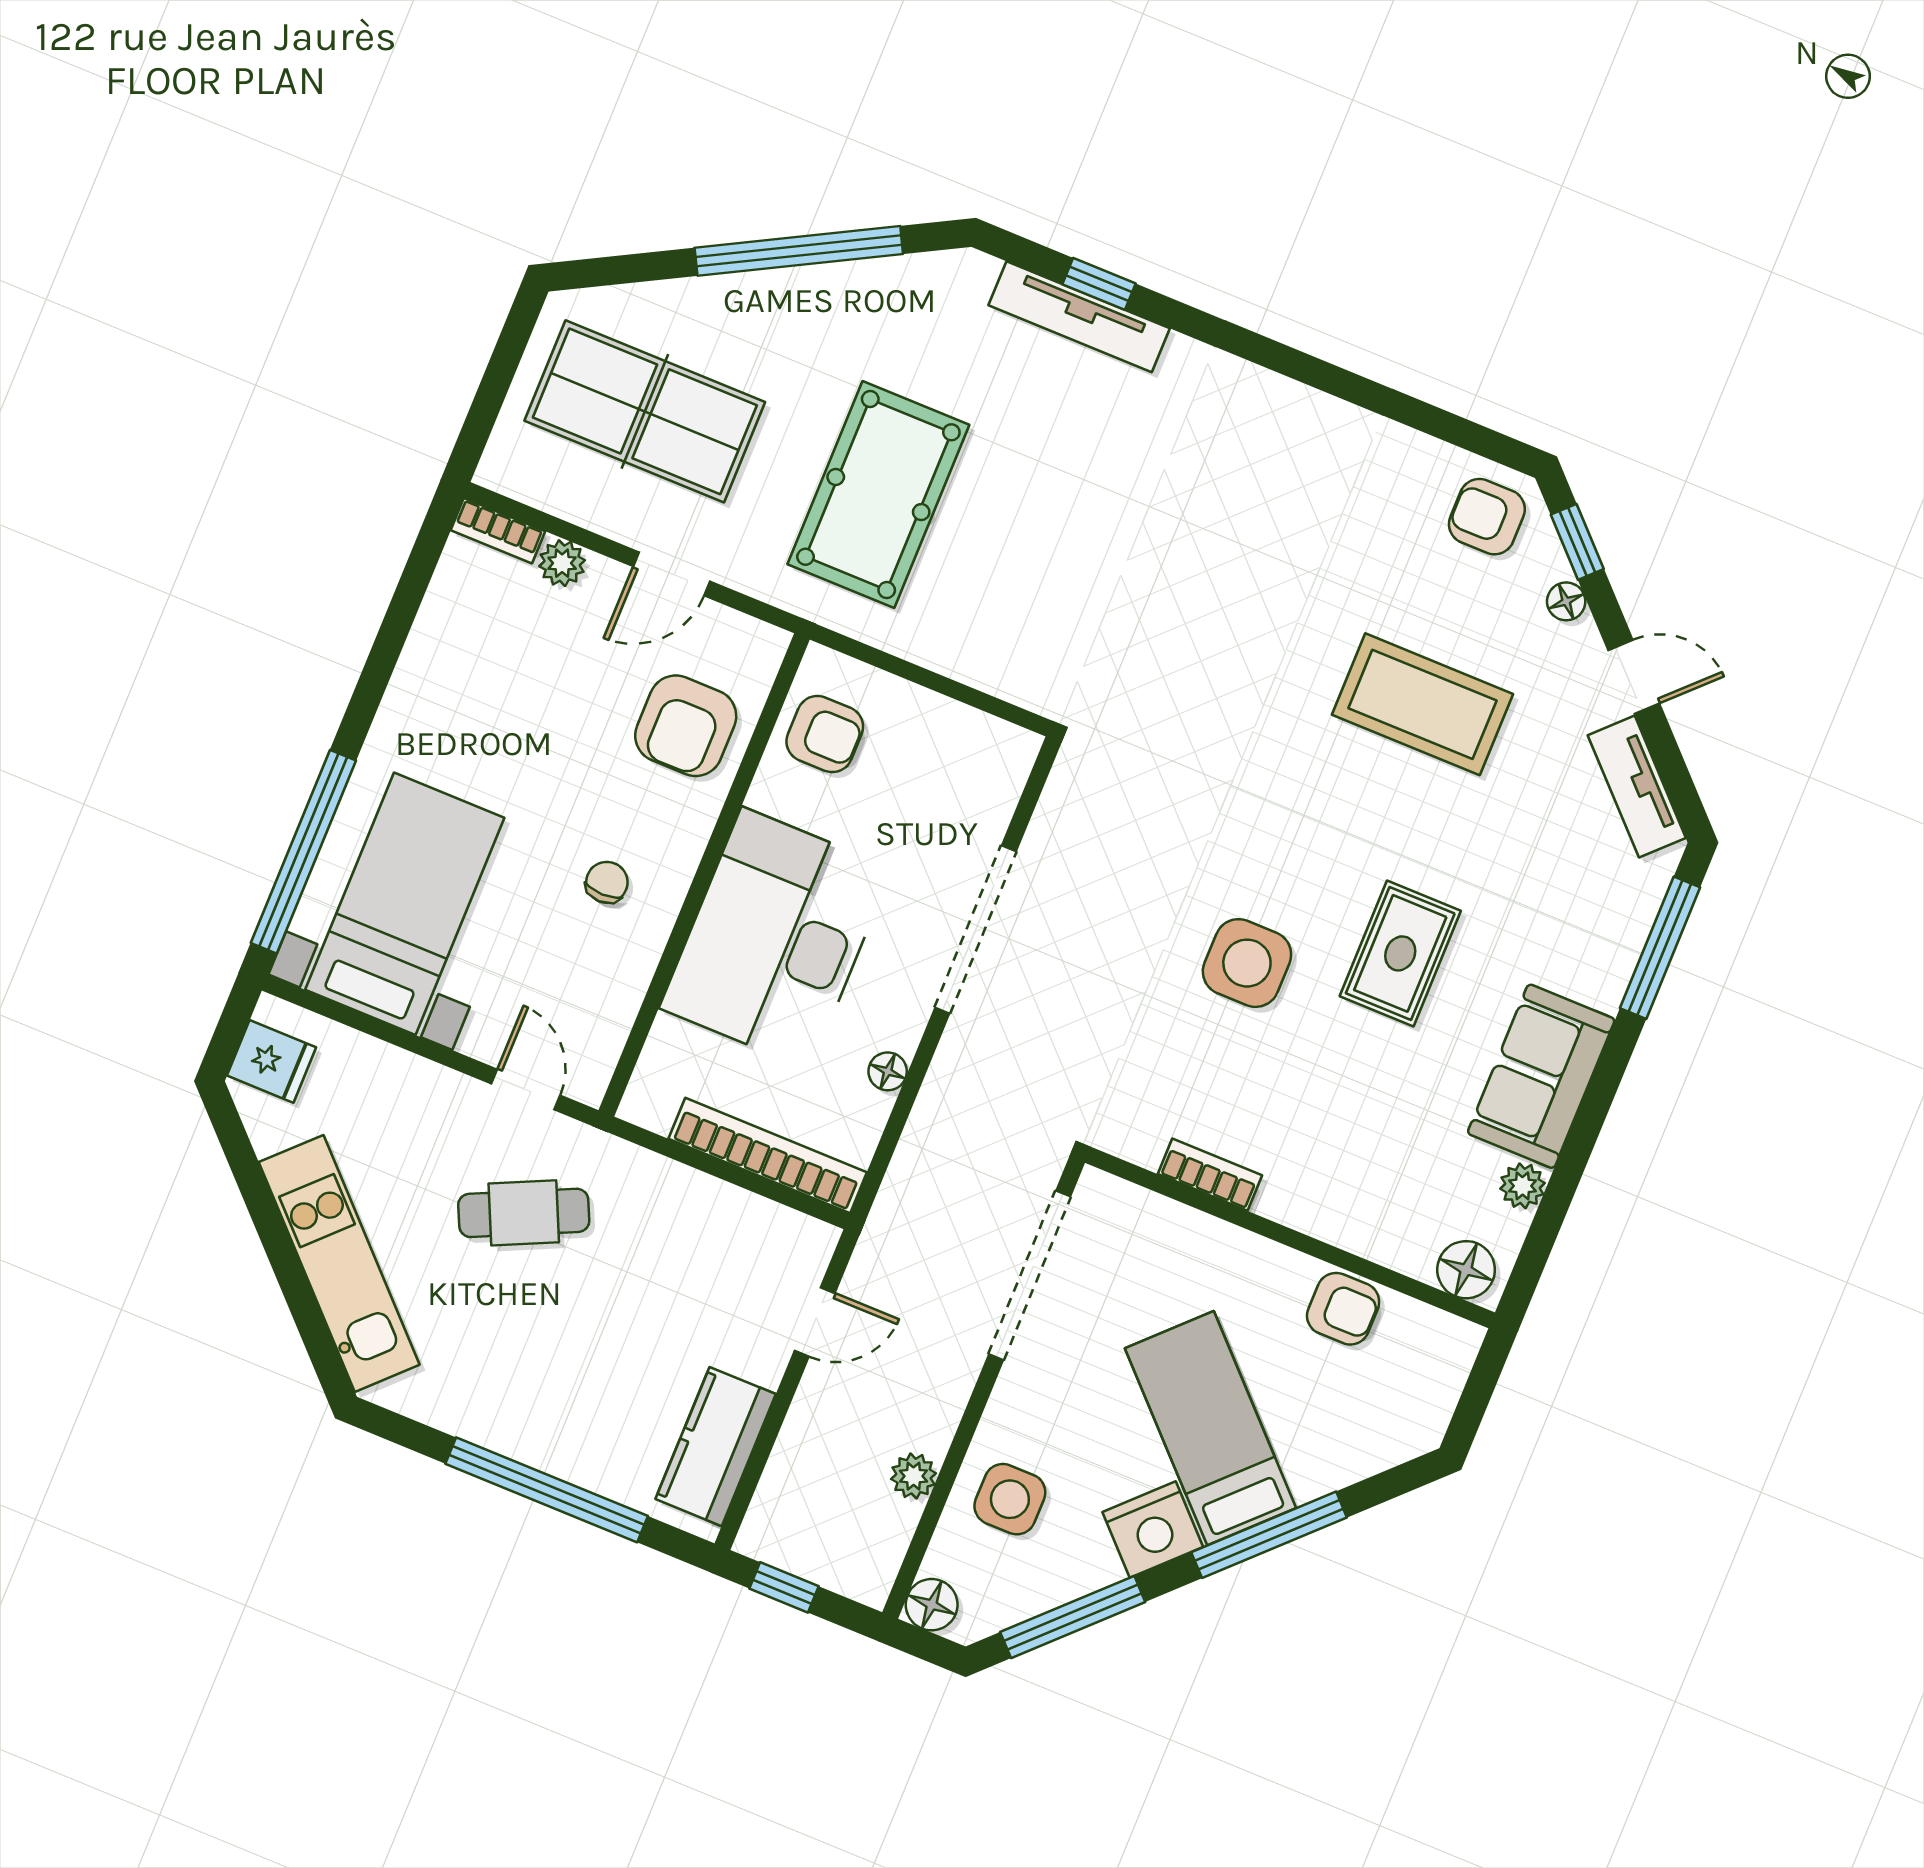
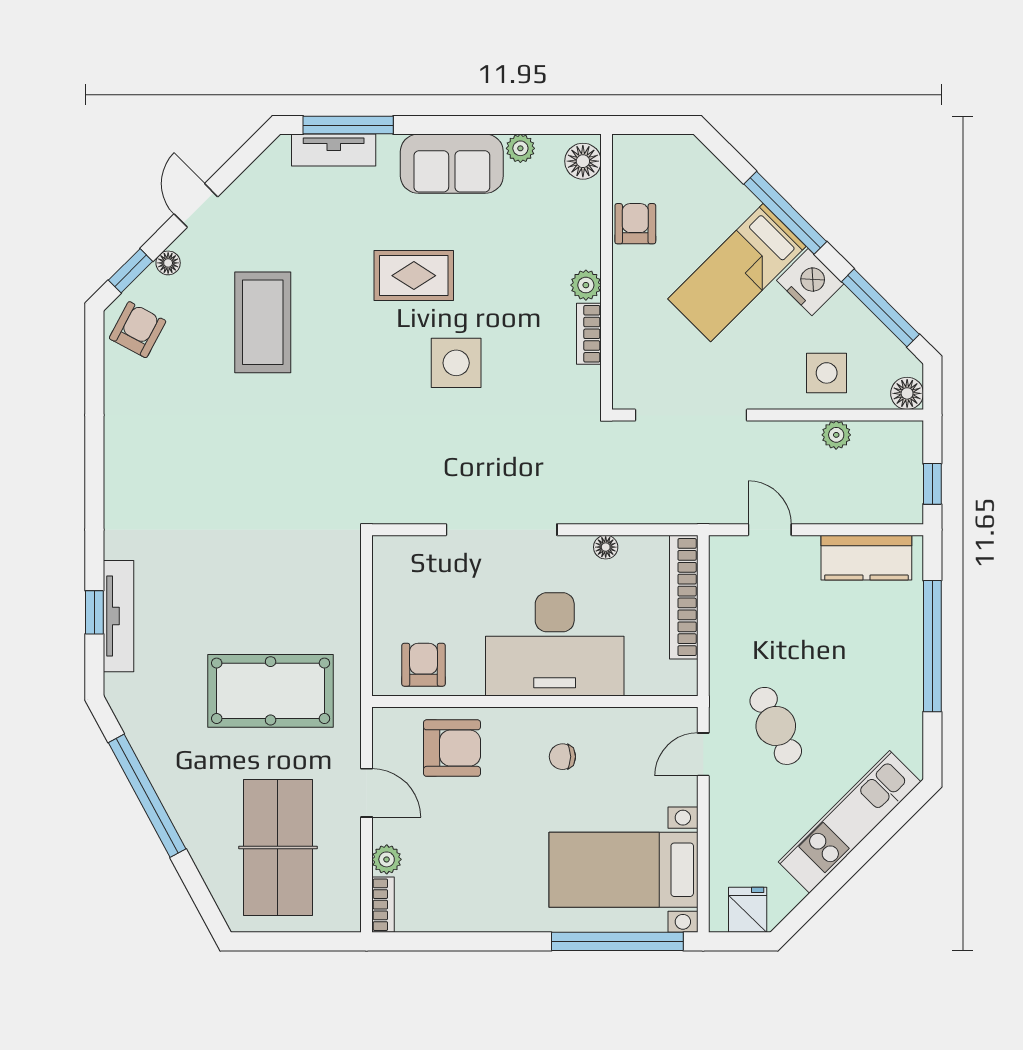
armchair: (1487, 517) -> (138, 330), turned -152
tv unit: (1637, 787) -> (334, 150), moved, turned 45
plant: (1283, 1200) -> (586, 285), added

